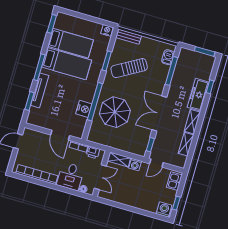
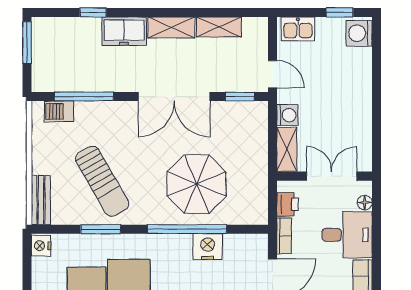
freezer: (198, 95) -> (124, 31), width x0.71

